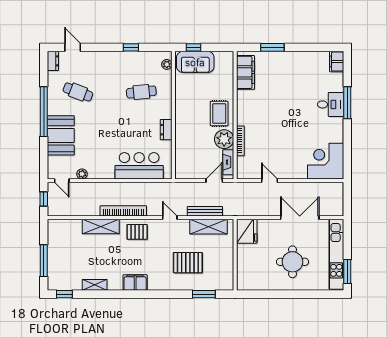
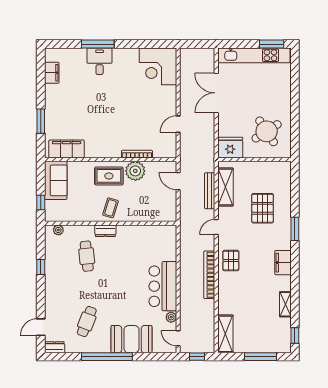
sofa: (195, 62) -> (56, 180), moved
filing cabinet: (337, 62) -> (52, 73), moved, turned -90
coffee table: (188, 115) -> (110, 208), added
dresser: (166, 130) -> (105, 231), moved
fireplace: (228, 162) -> (159, 167), removed
bar counter: (139, 166) -> (163, 286), moved
door: (62, 181) -> (178, 338), swing flipped
shelving: (101, 227) -> (225, 334), moved
round table: (292, 262) -> (267, 131), moved, turned -33
window: (204, 294) -> (295, 229), moved

